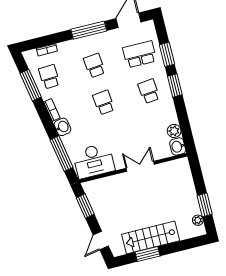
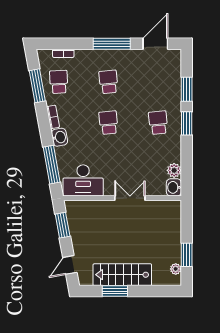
school desk: (140, 54) -> (158, 82), removed

